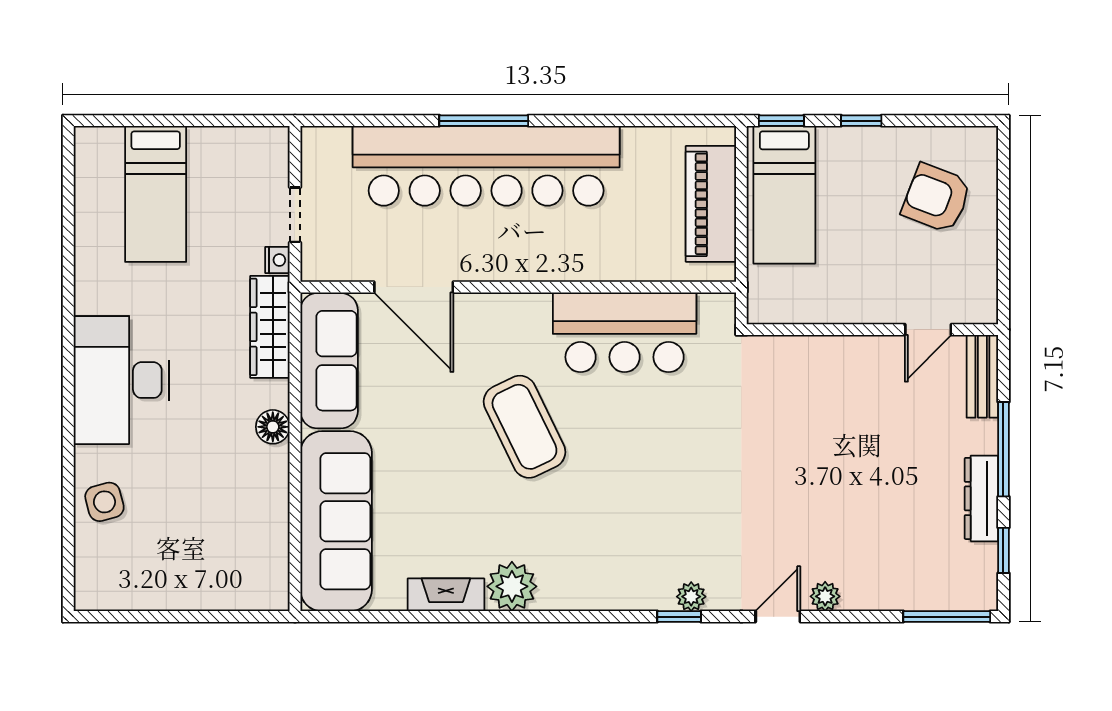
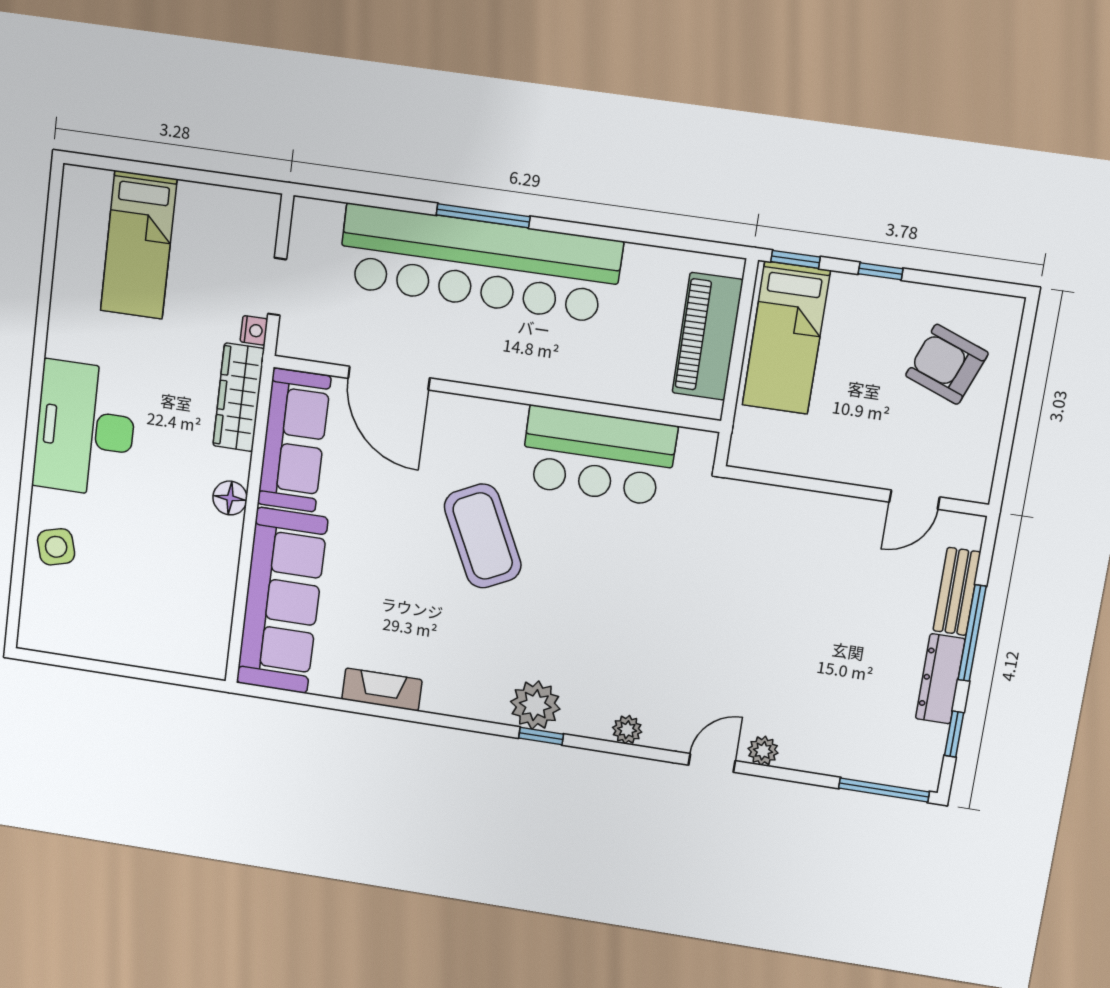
bench: (982, 376) -> (957, 591), moved
plant: (512, 586) -> (535, 705), moved
window: (679, 617) -> (541, 736), moved

